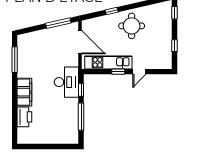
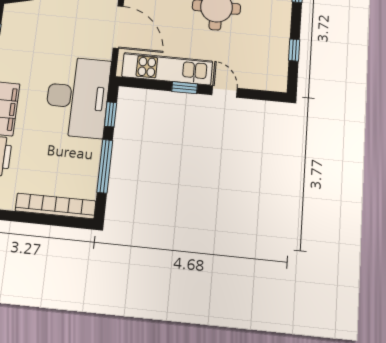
door: (139, 72) -> (225, 92), swing flipped
desk: (66, 82) -> (78, 97), width x1.36, depth x1.30
bookcase: (58, 139) -> (56, 206), added

